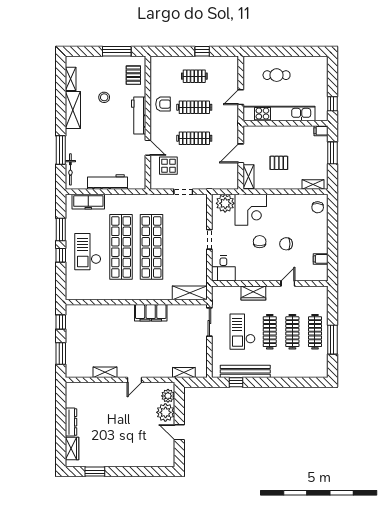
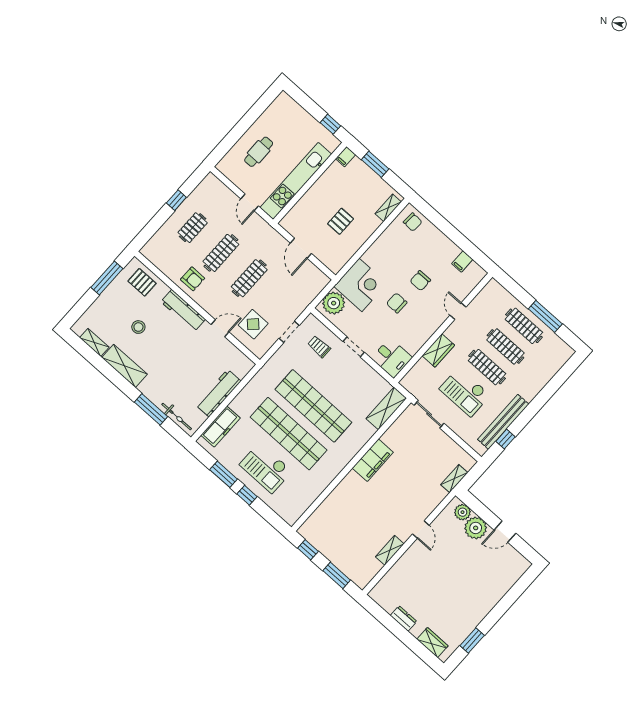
armchair: (163, 104) -> (193, 279), turned 90
shelving: (248, 177) -> (328, 260), removed
trolley: (191, 218) -> (319, 347), added
dresser: (71, 422) -> (404, 618), width x0.70

